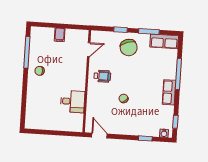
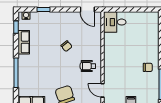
door: (89, 50) -> (103, 90), hinge flipped
row of seats: (169, 92) -> (24, 42), moved
desk: (73, 101) -> (115, 22), moved

